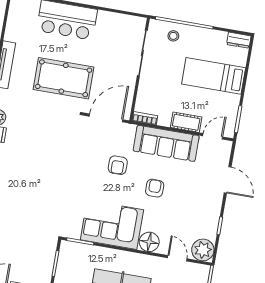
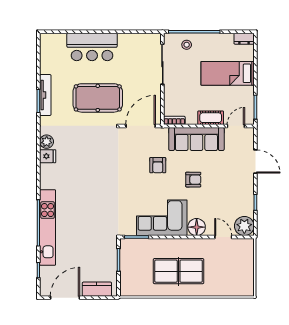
armchair: (155, 188) -> (193, 180), turned 90

